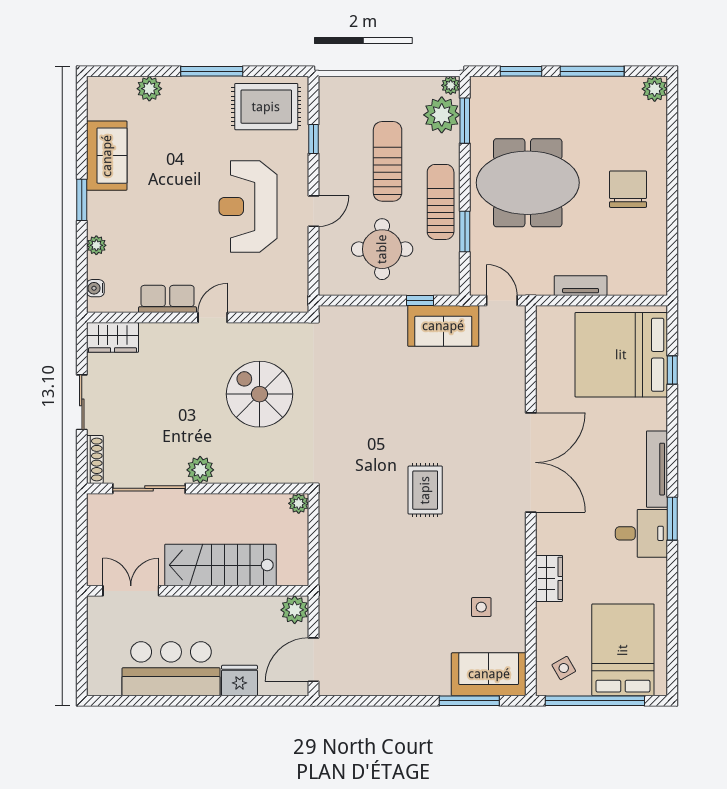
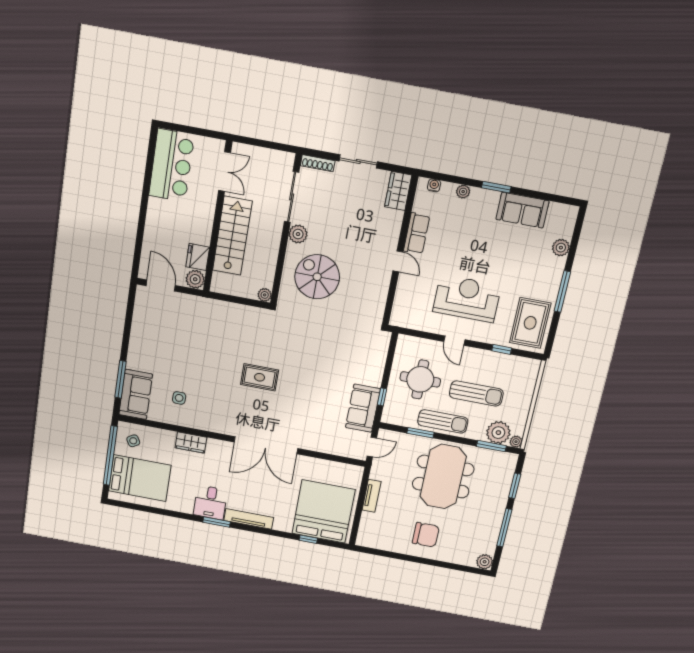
spiral stairs: (259, 394) -> (317, 277), moved, turned -90
bar counter: (171, 669) -> (171, 165), moved
fridge: (240, 680) -> (198, 257), moved, turned 180

